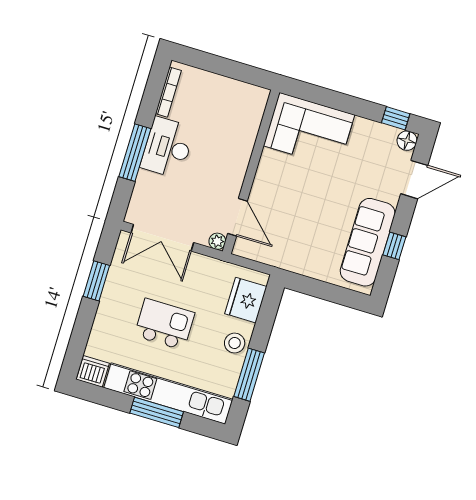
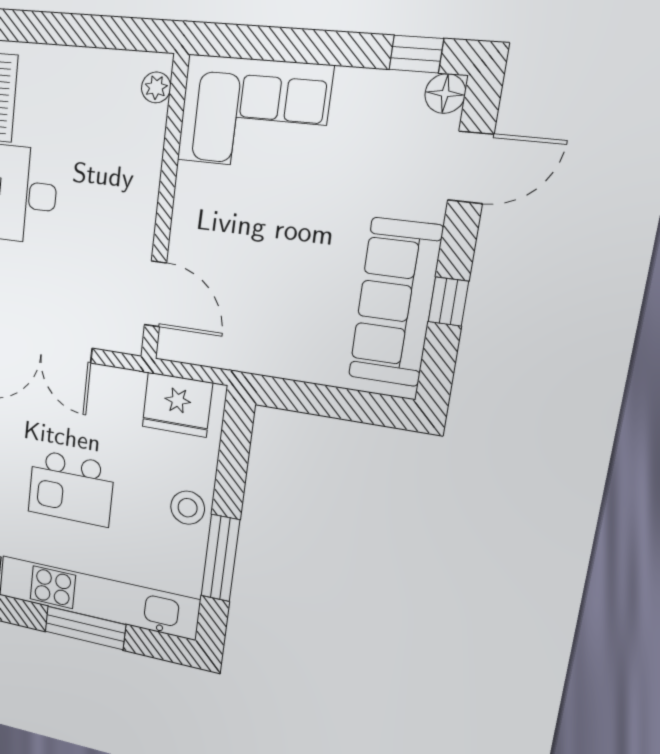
plant: (217, 241) -> (156, 87), moved
fridge: (246, 300) -> (177, 405), moved, turned -90
kitchen island: (164, 324) -> (71, 488), turned 180

